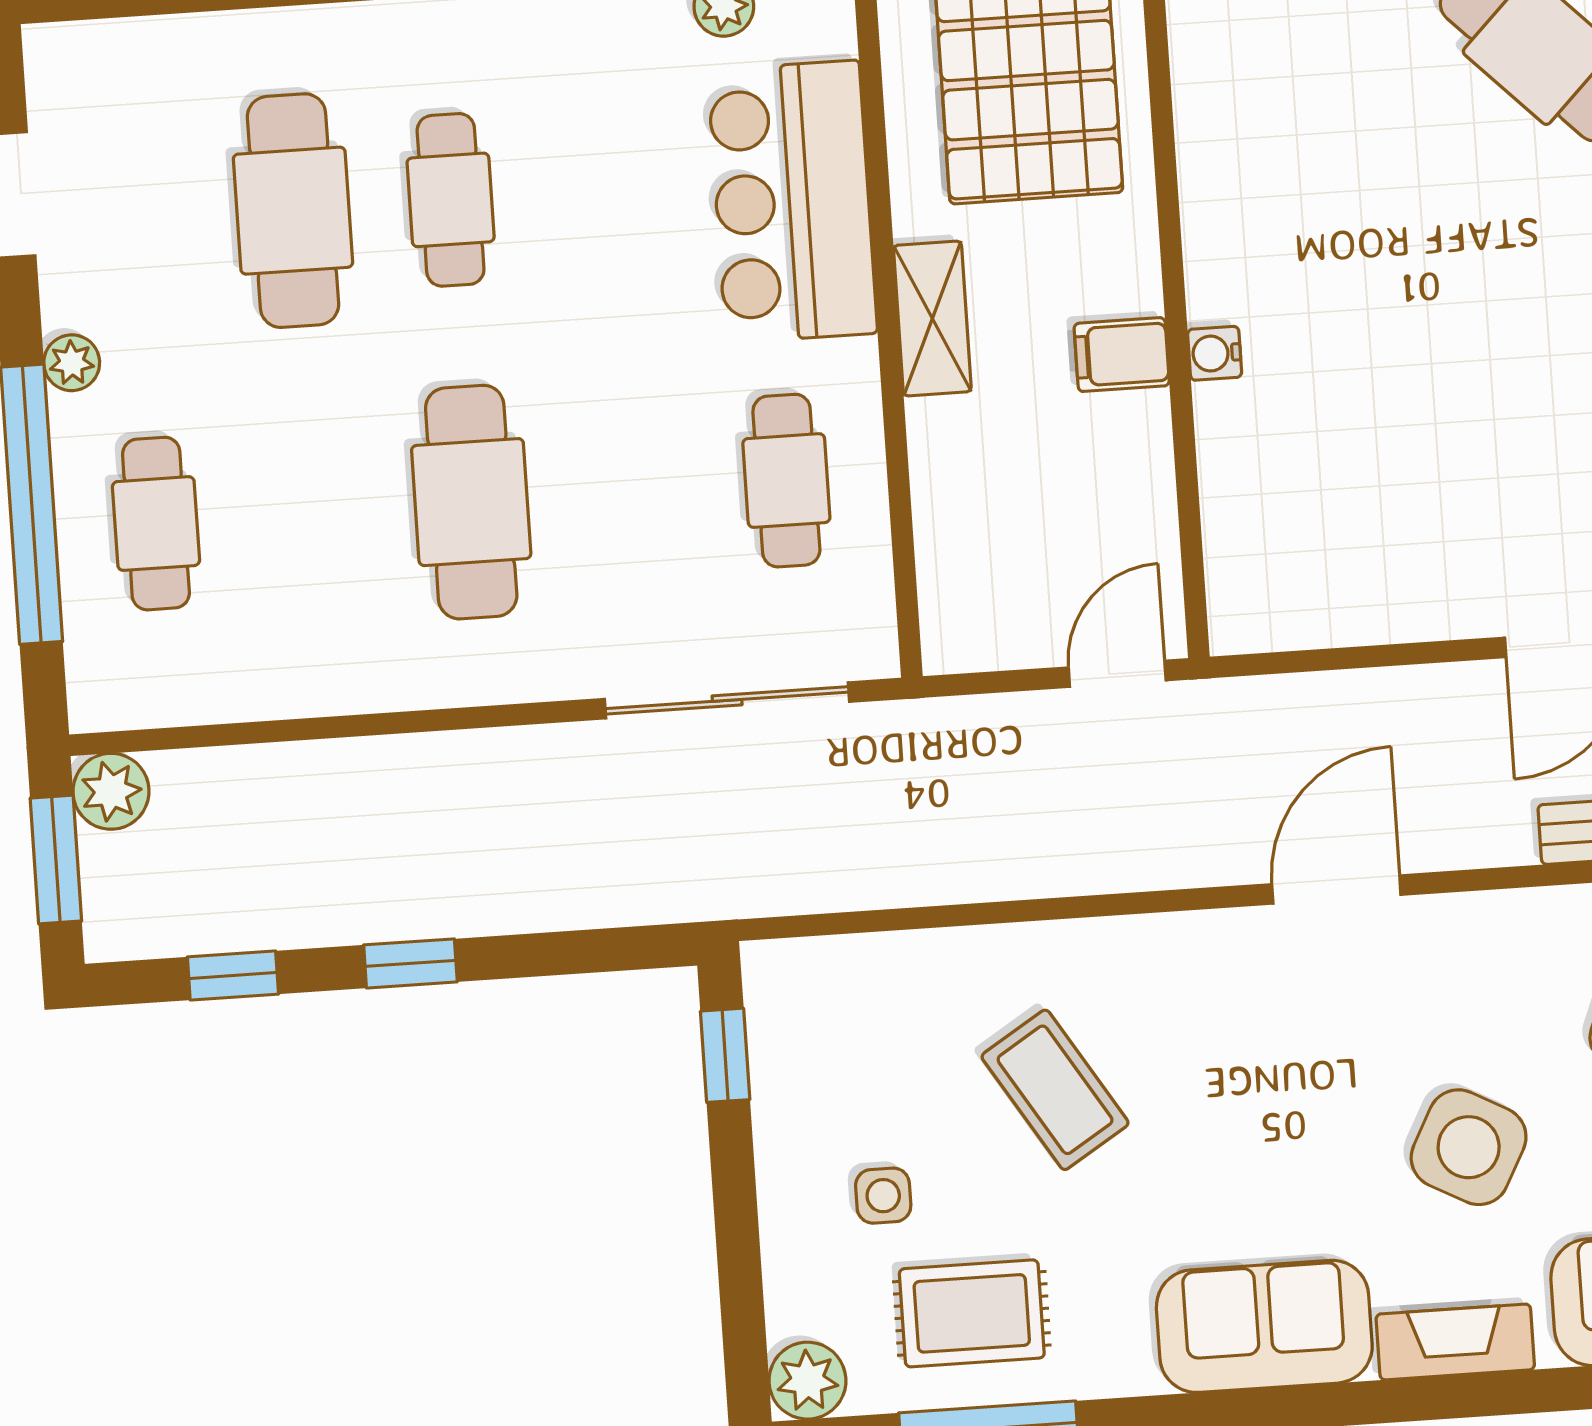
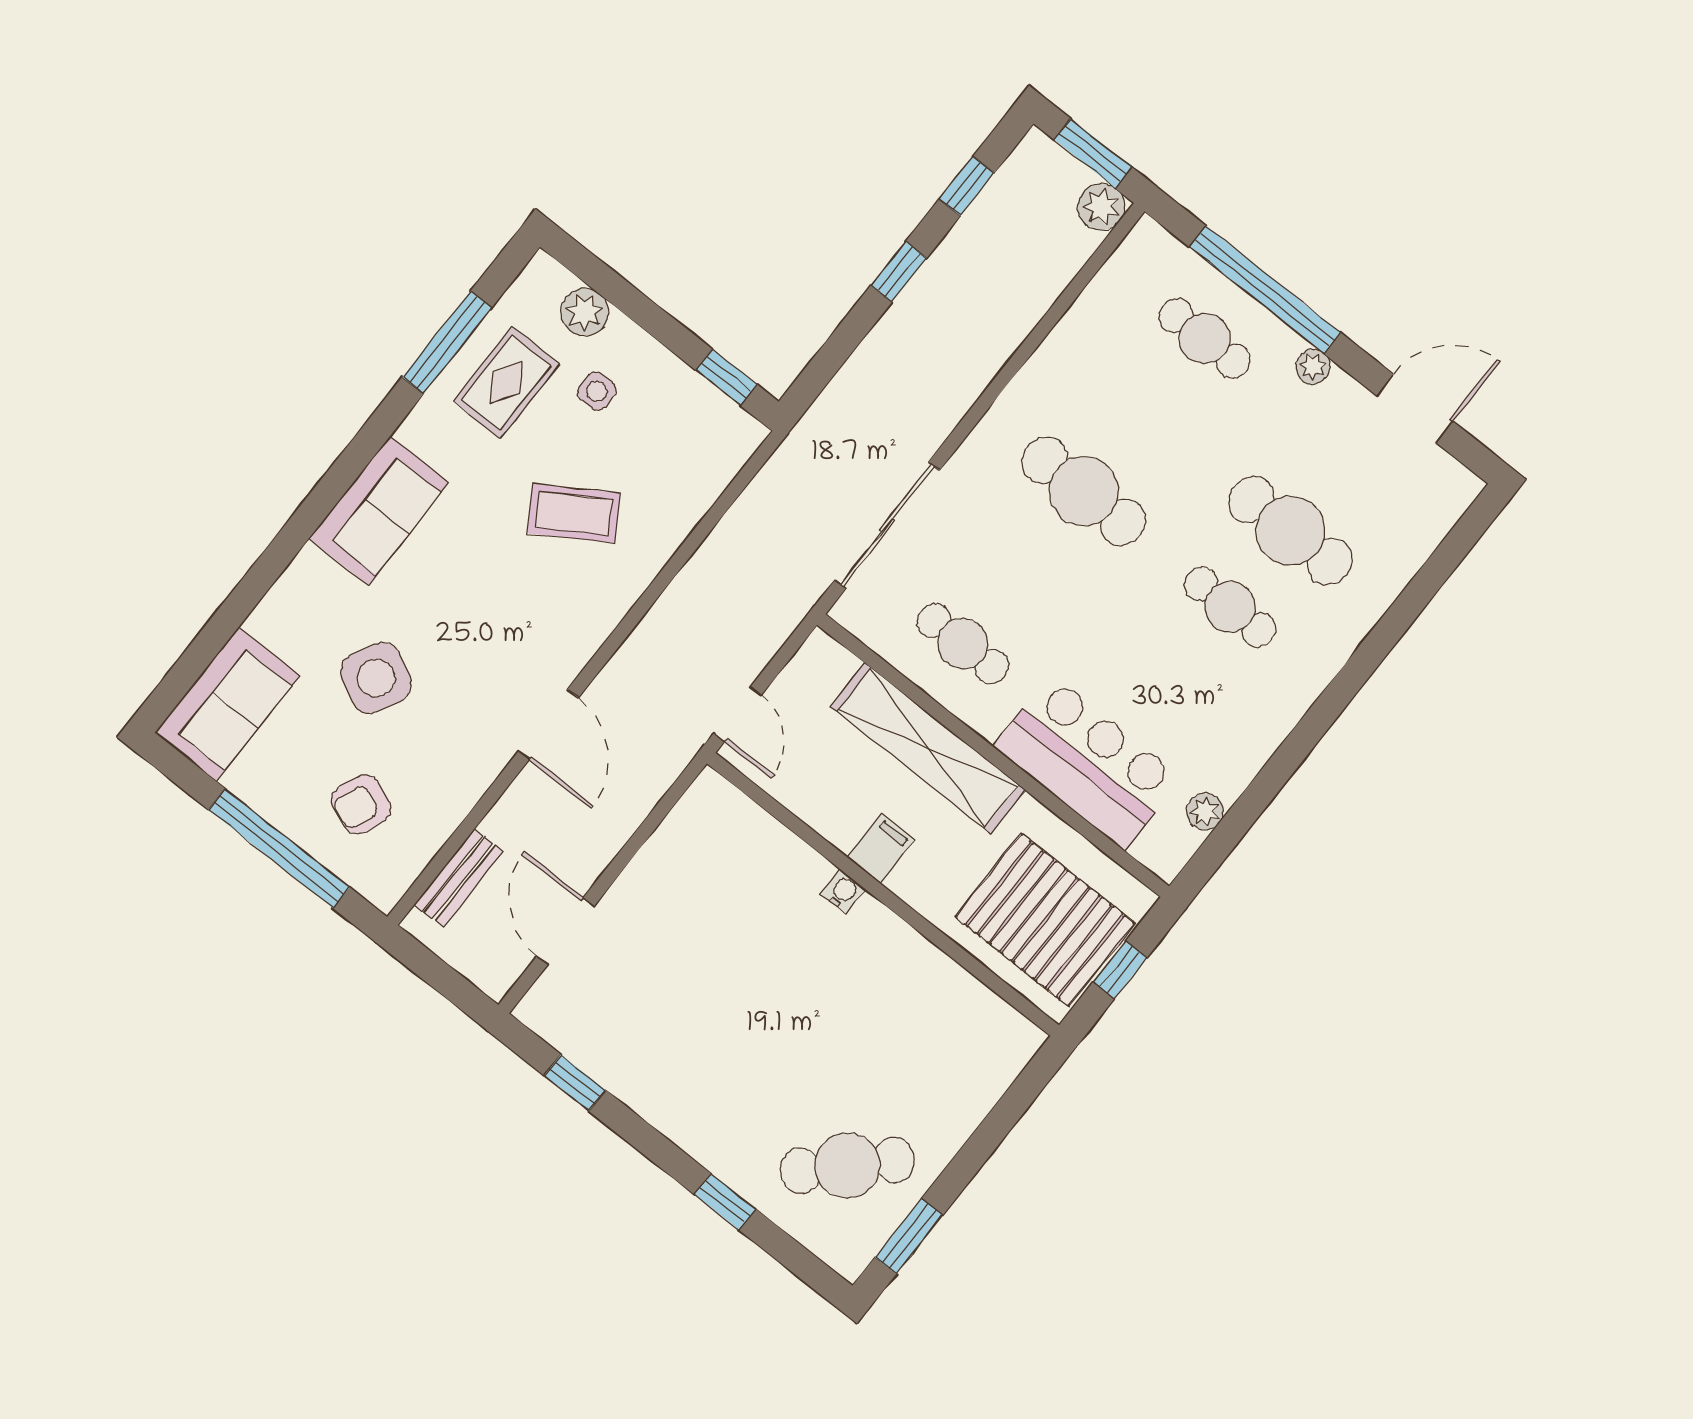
shelving: (932, 319) -> (928, 748), width x2.20, depth x1.33
fireplace: (1455, 1342) -> (293, 591), removed
plant: (807, 1381) -> (585, 312), moved

